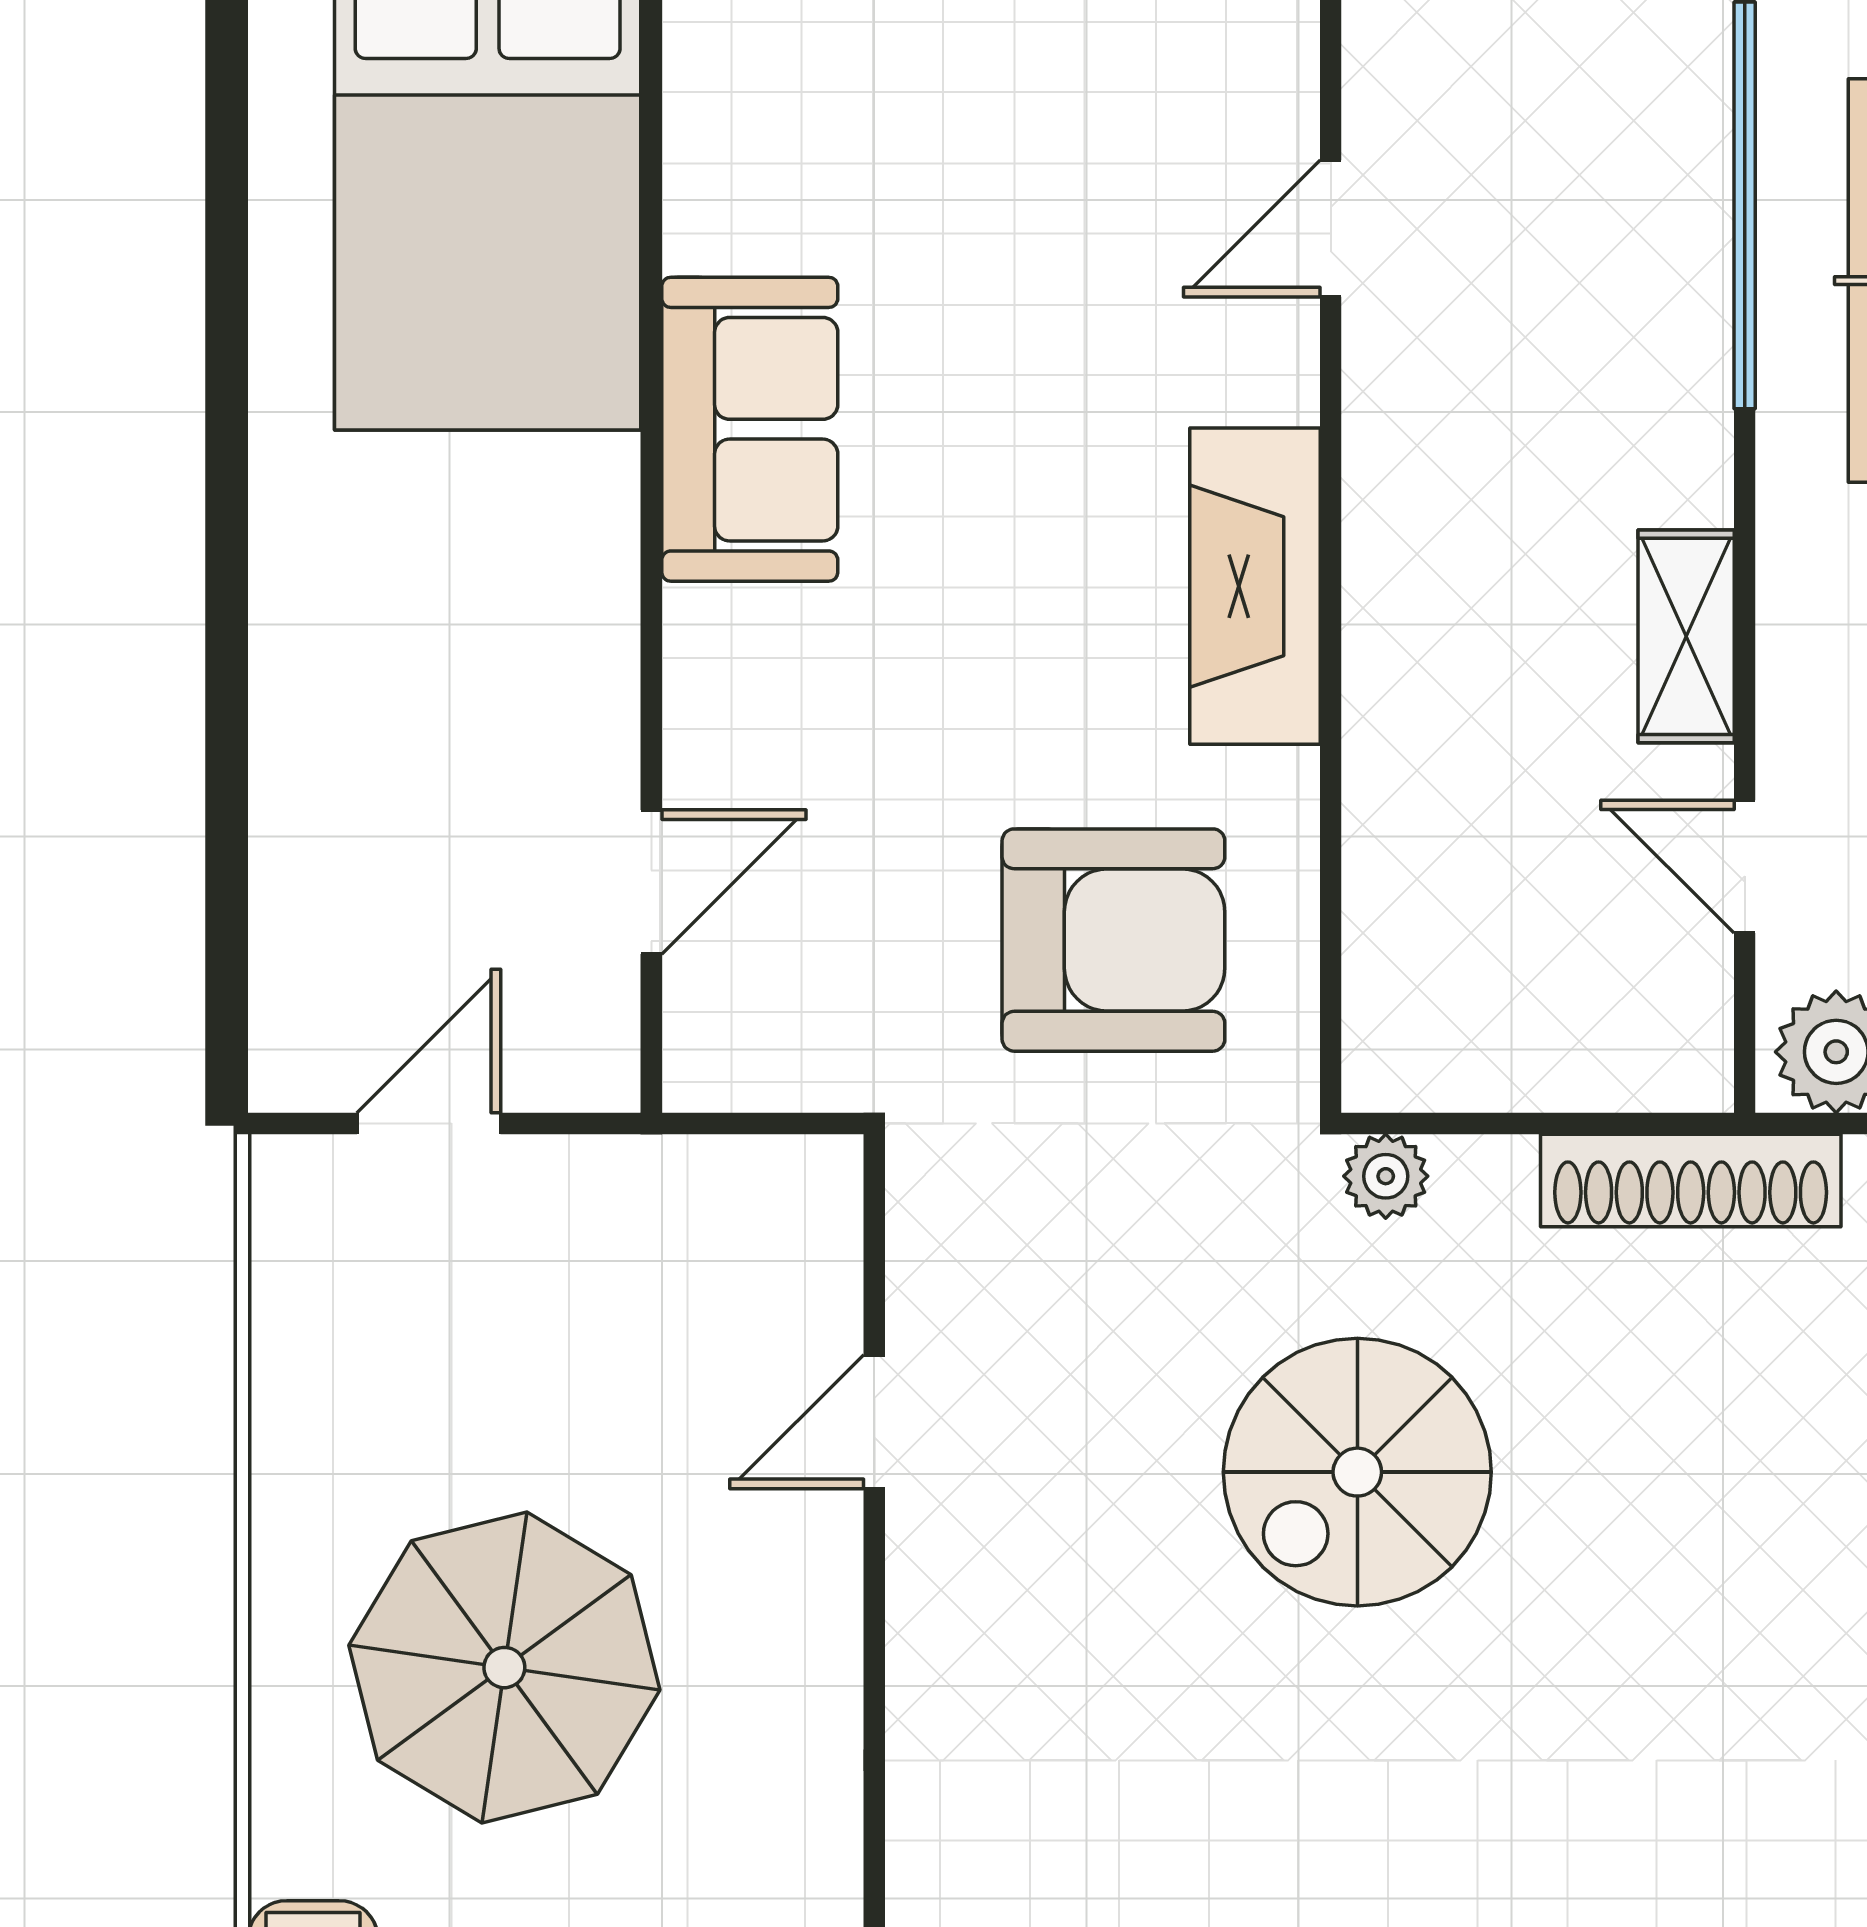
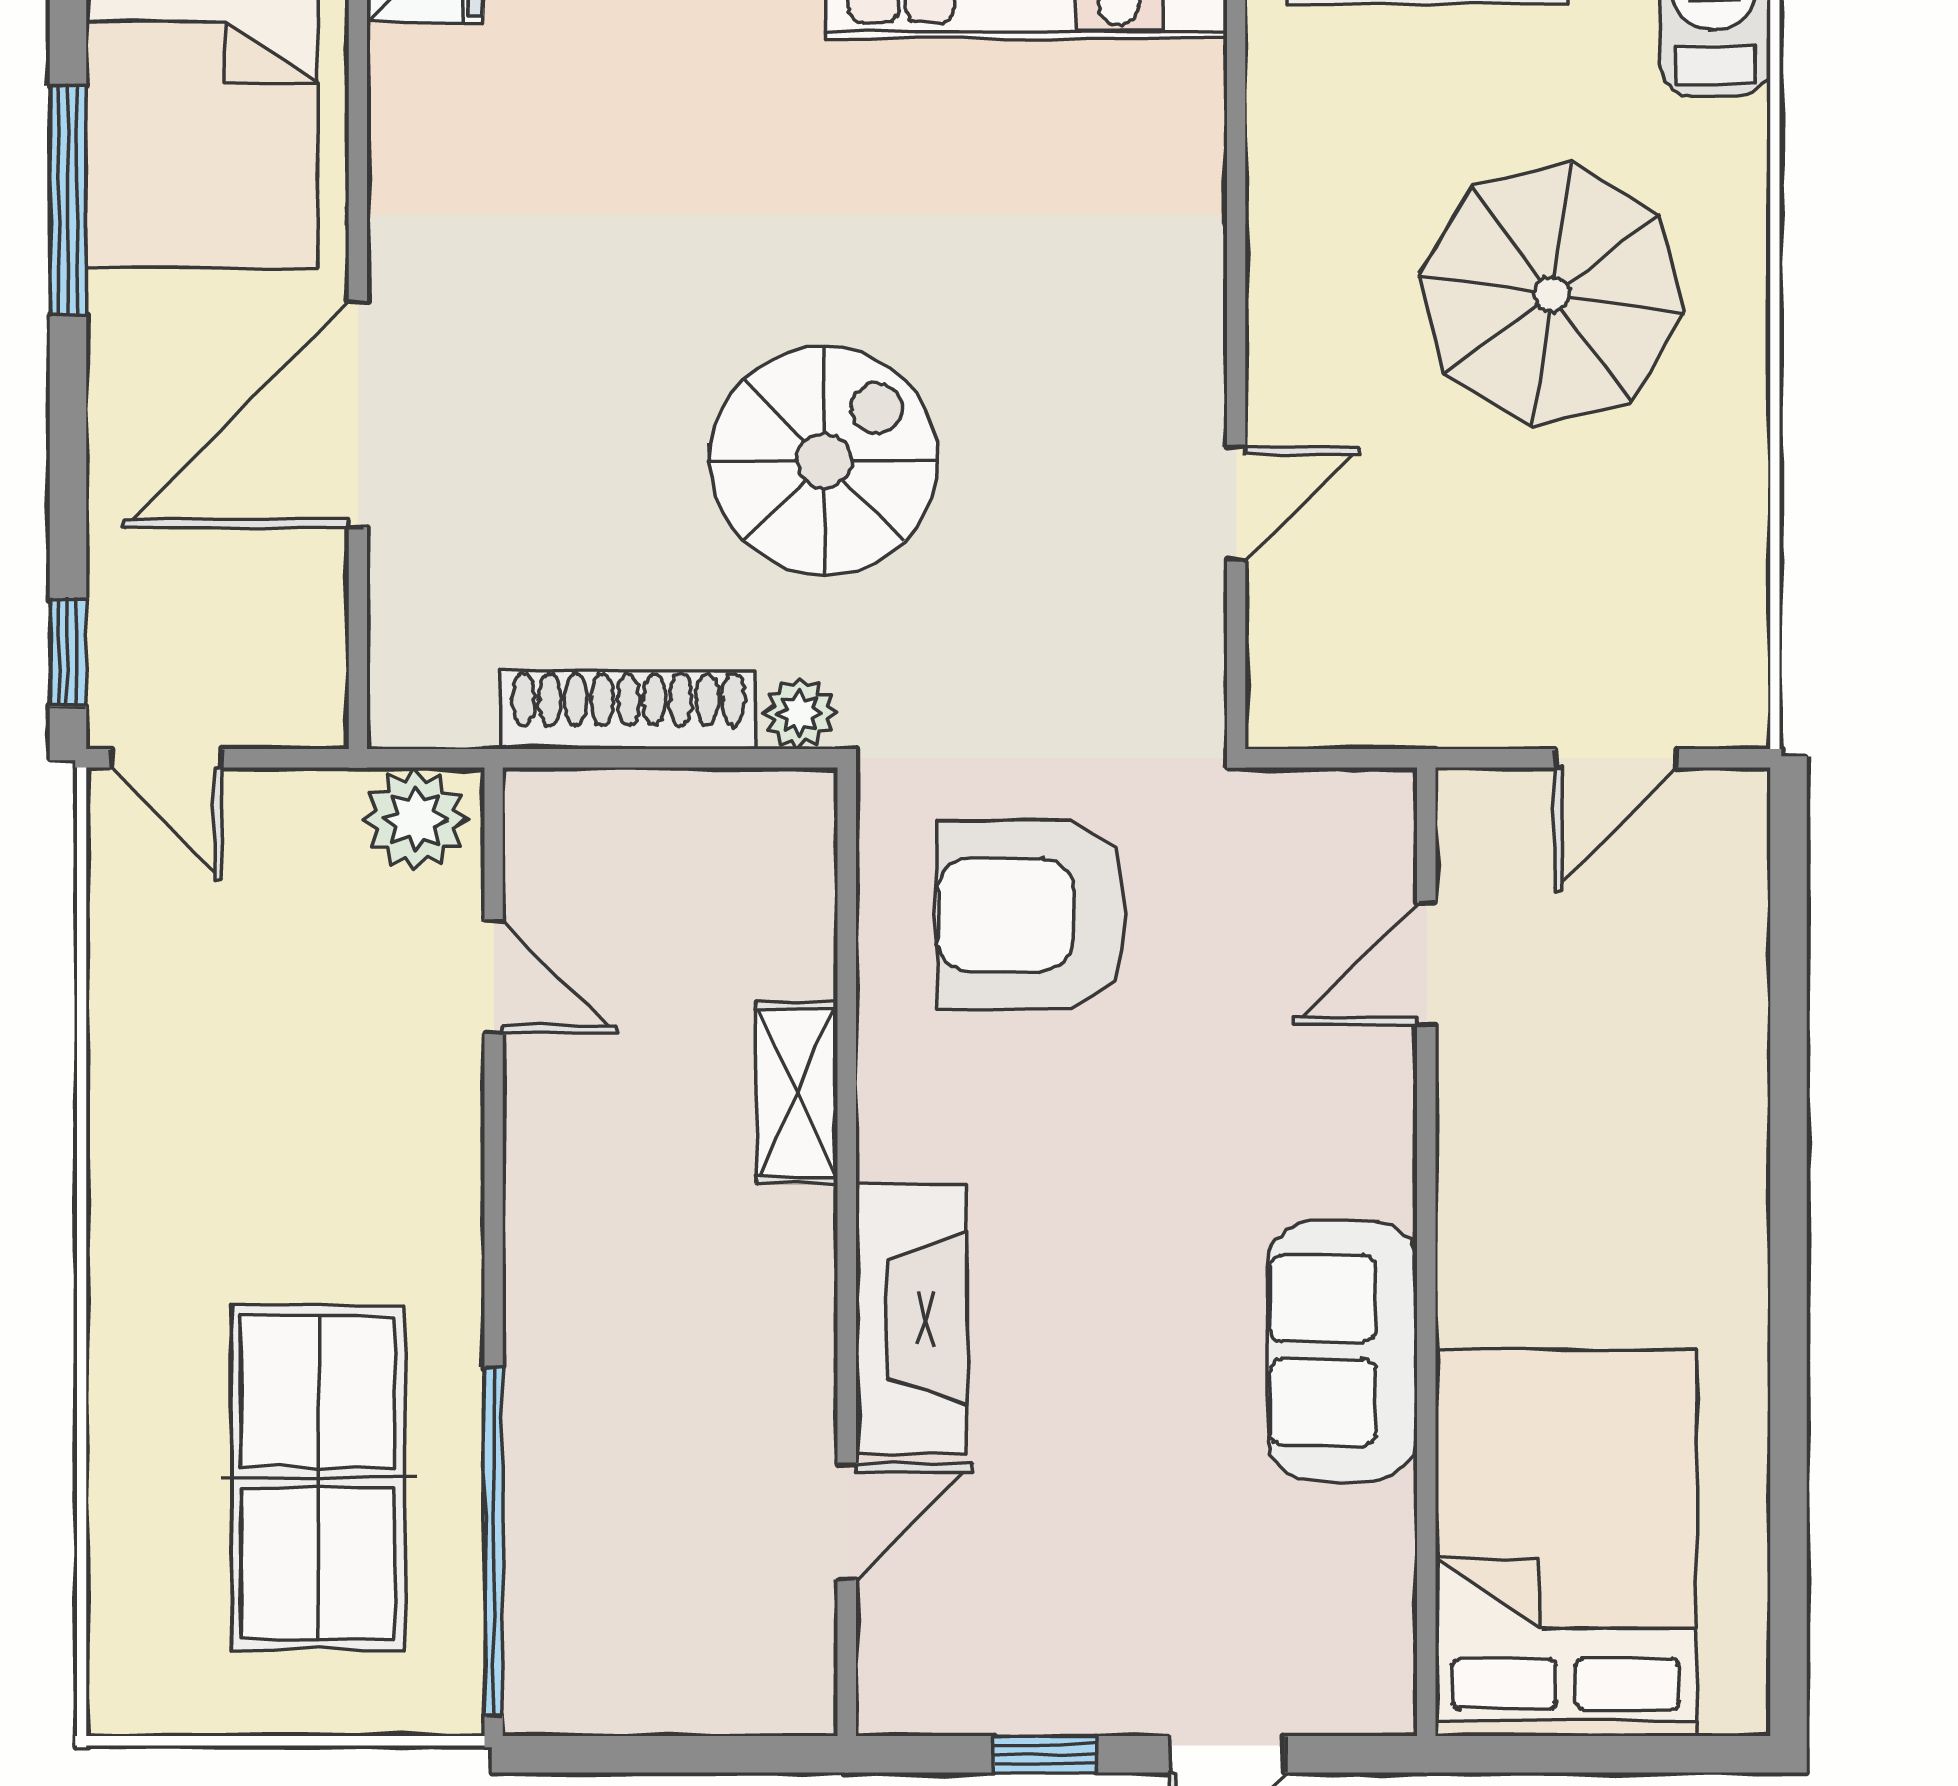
fireplace: (1255, 586) -> (911, 1318), moved
shelving: (1686, 636) -> (797, 1093), moved
shoe rack: (1691, 1180) -> (628, 710), moved

